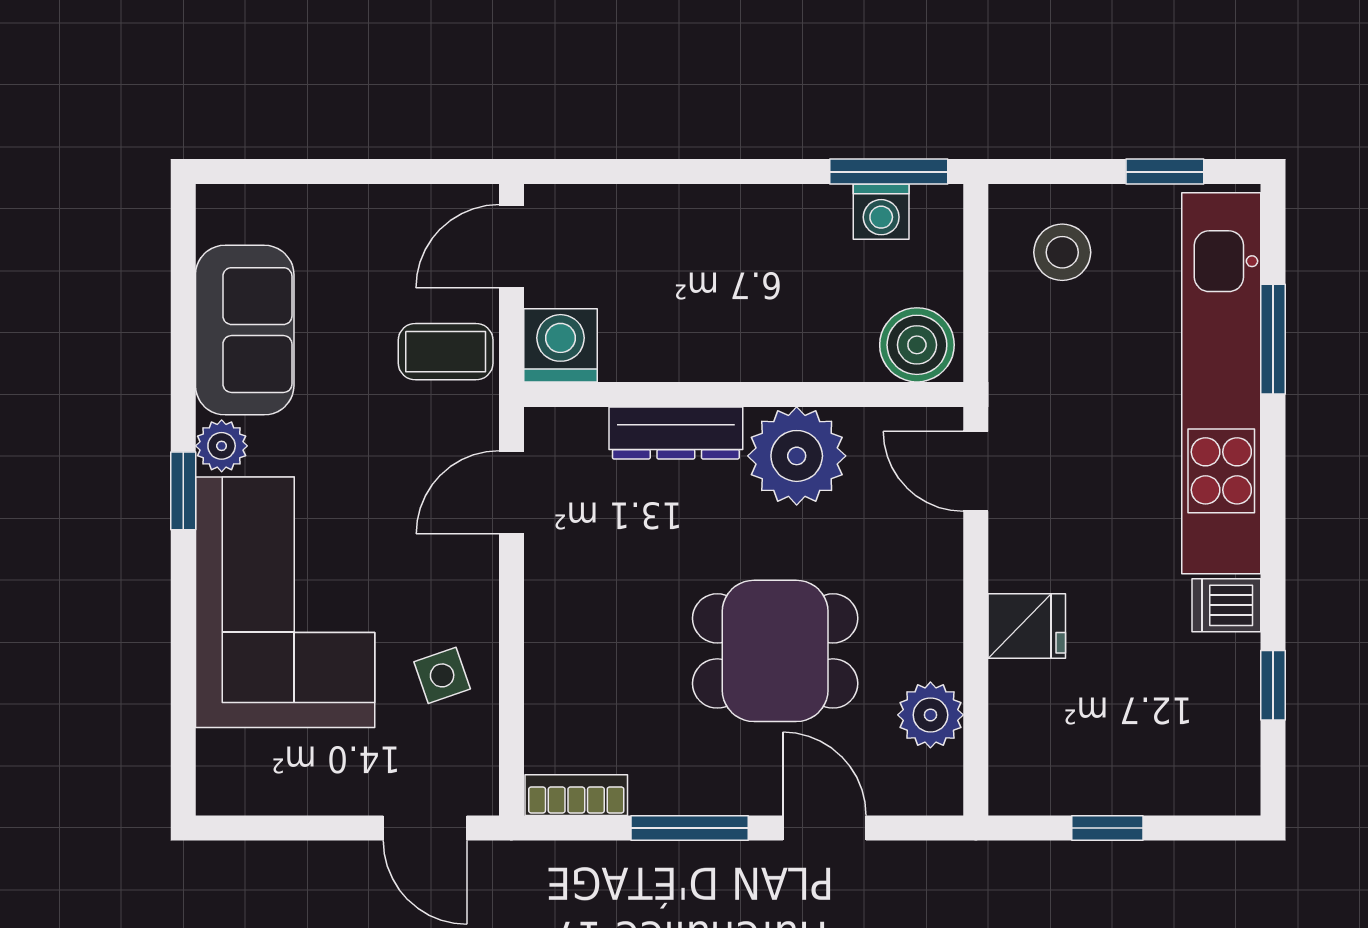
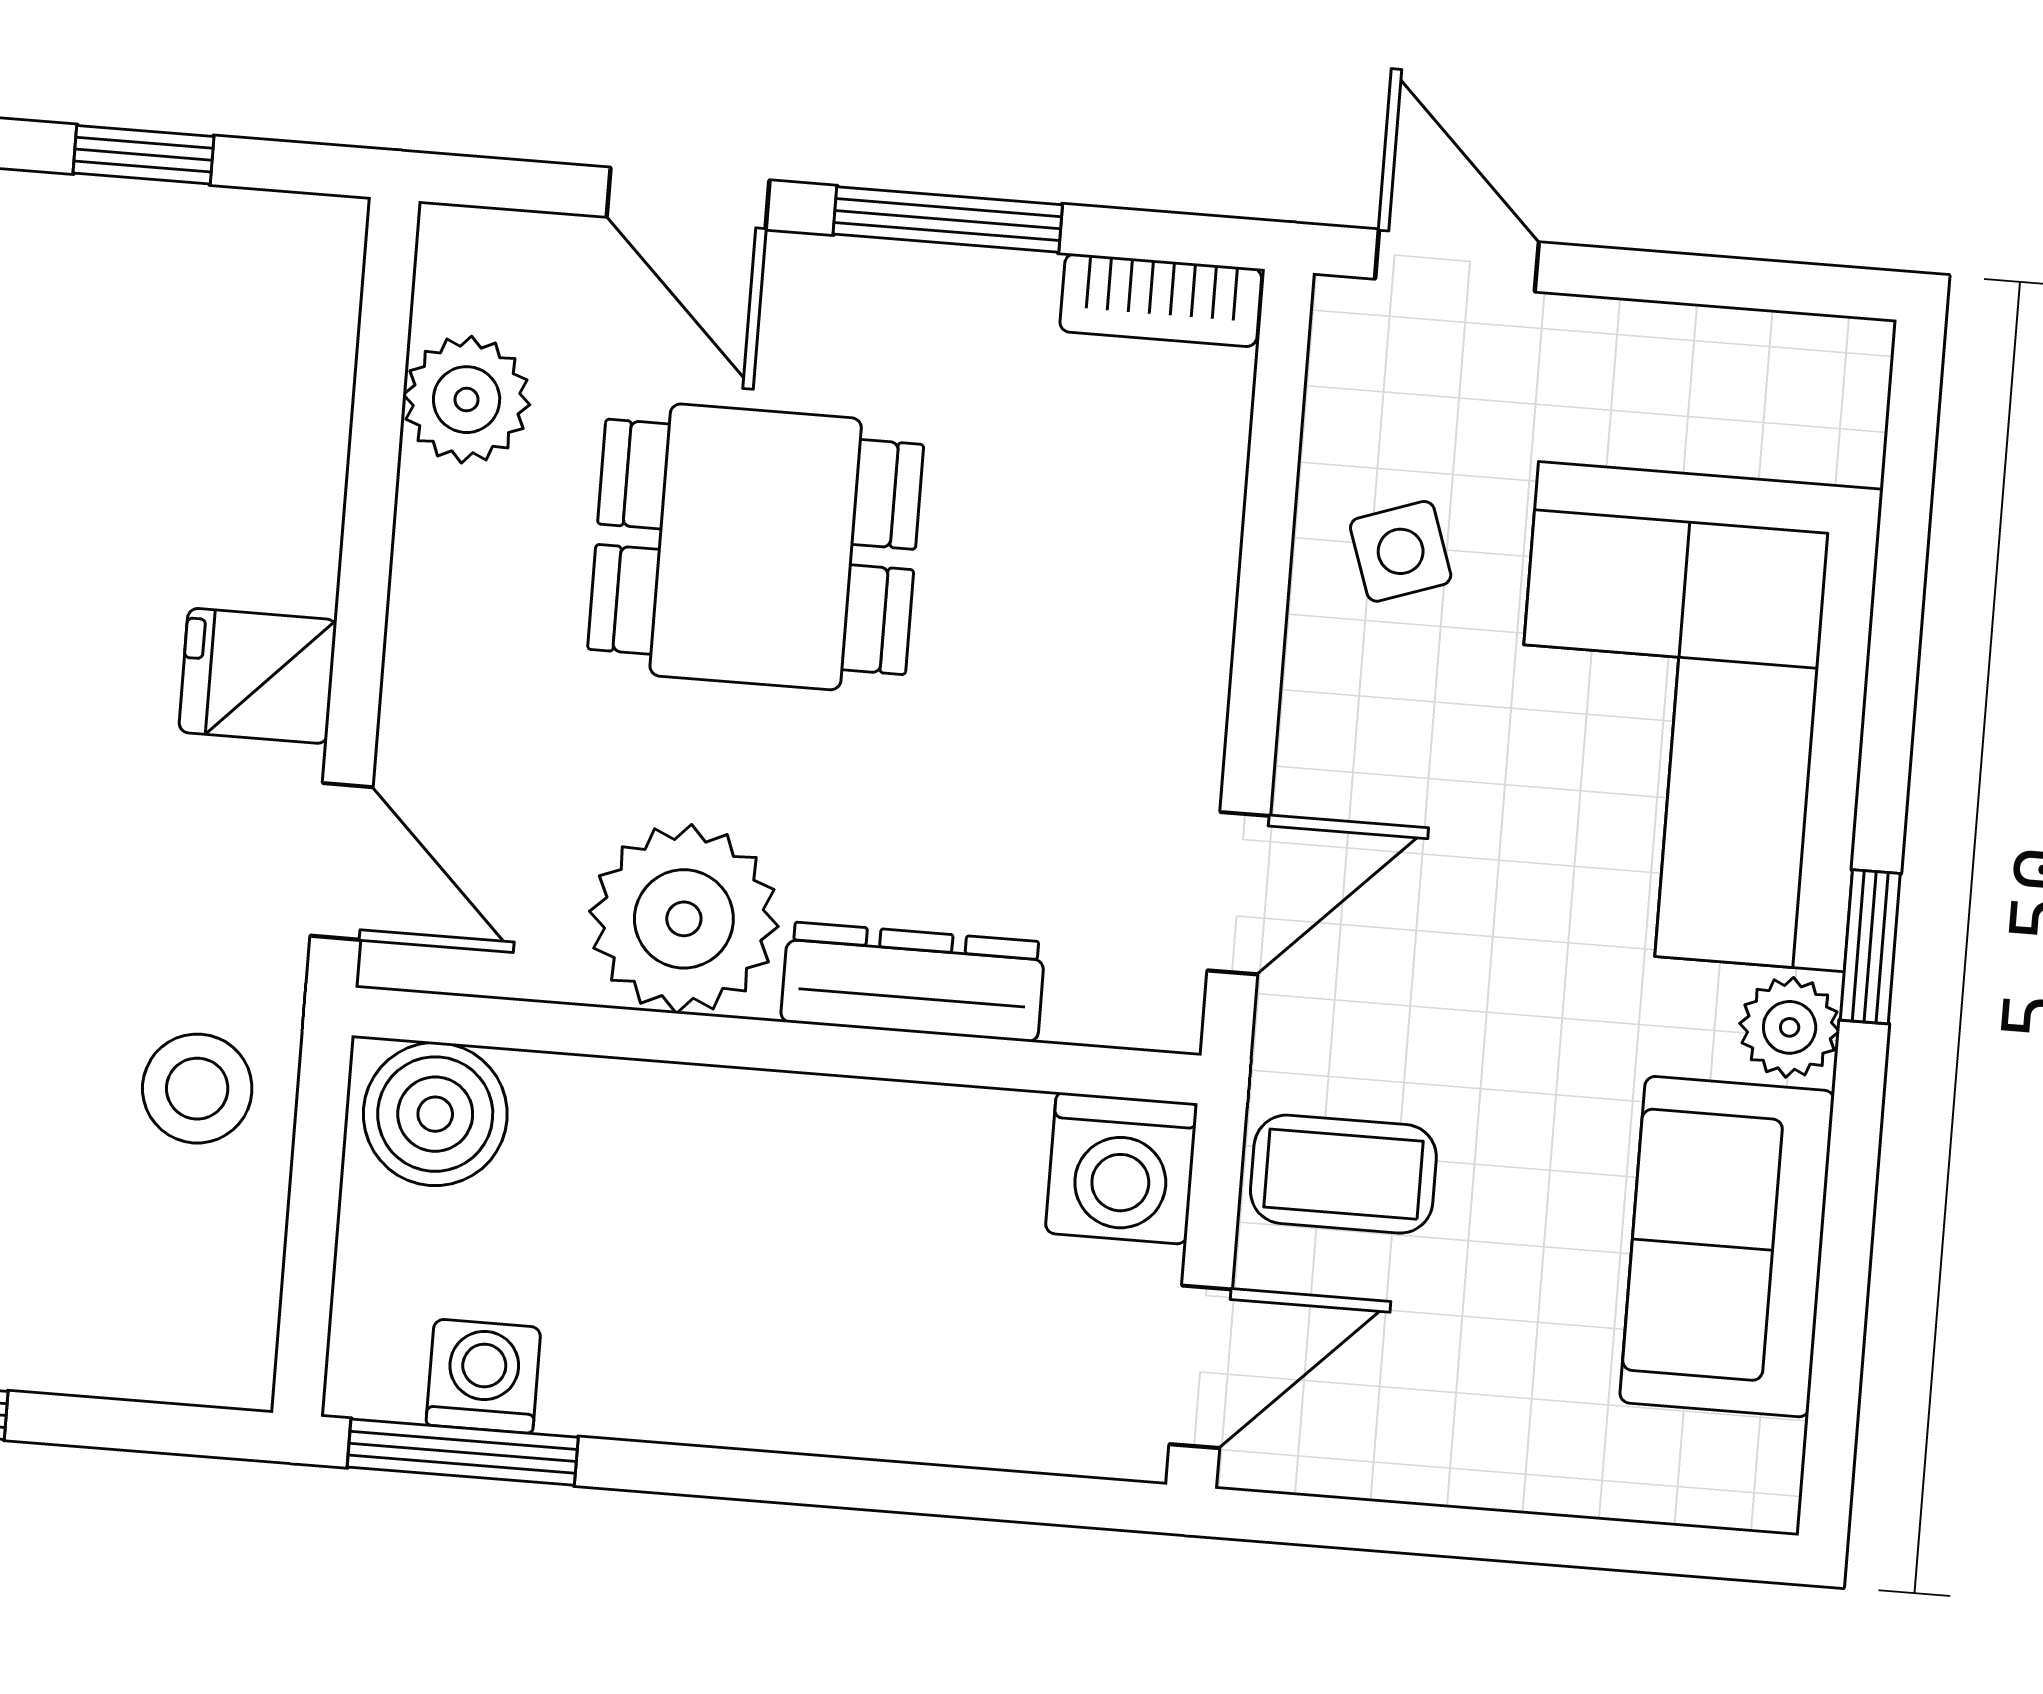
stool: (1062, 252) -> (197, 1089), moved
fridge: (1027, 626) -> (258, 676), moved

